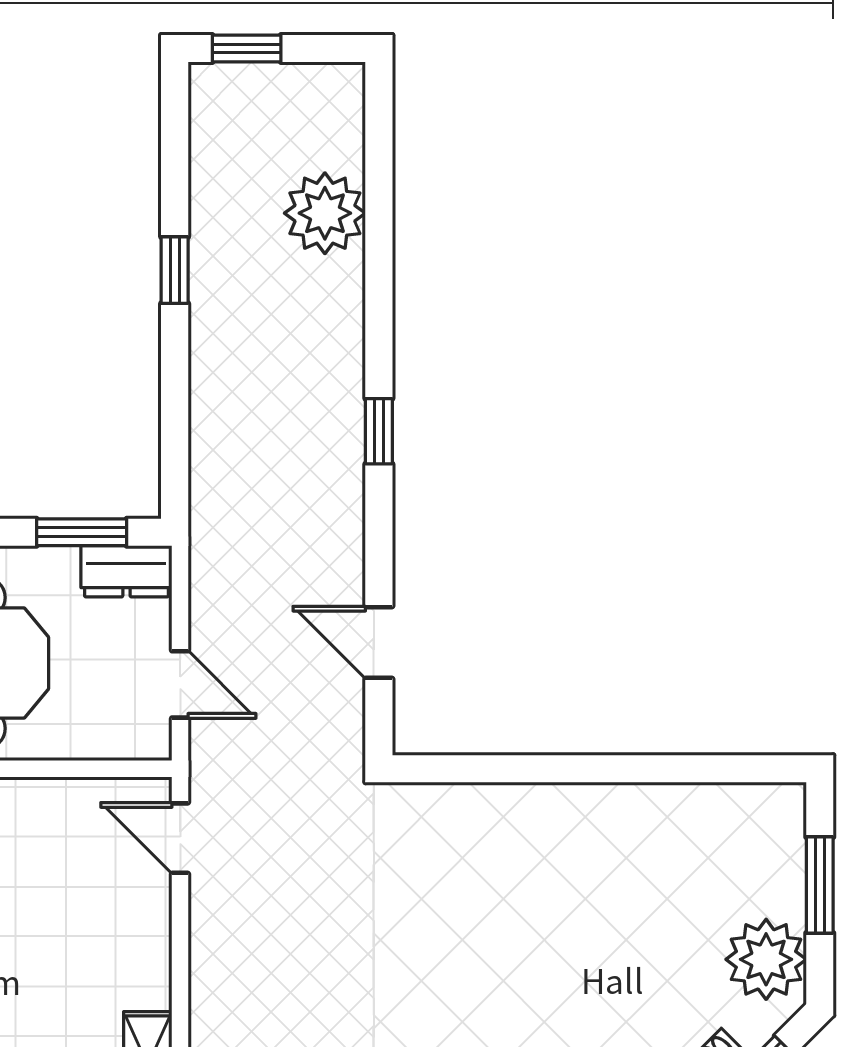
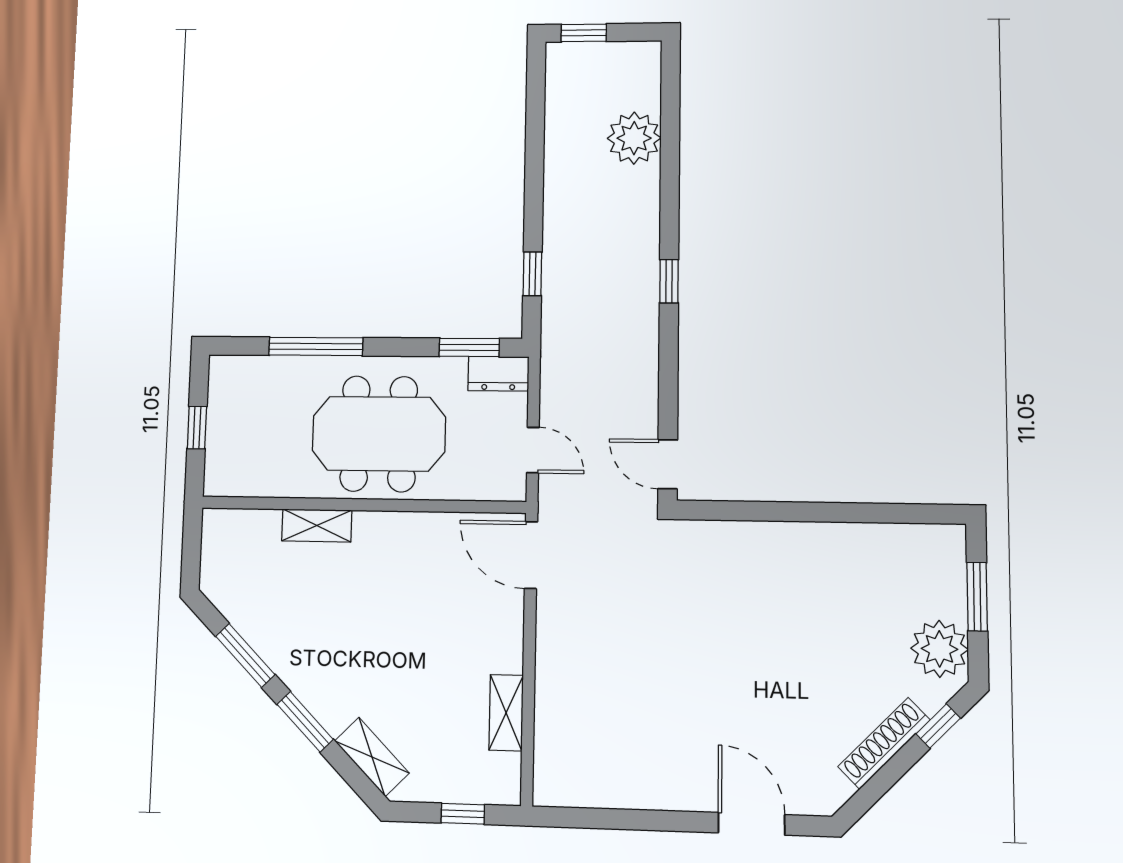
window: (175, 270) -> (532, 274), moved
door: (379, 642) -> (668, 464), moved
door: (180, 838) -> (531, 555), width x1.38

